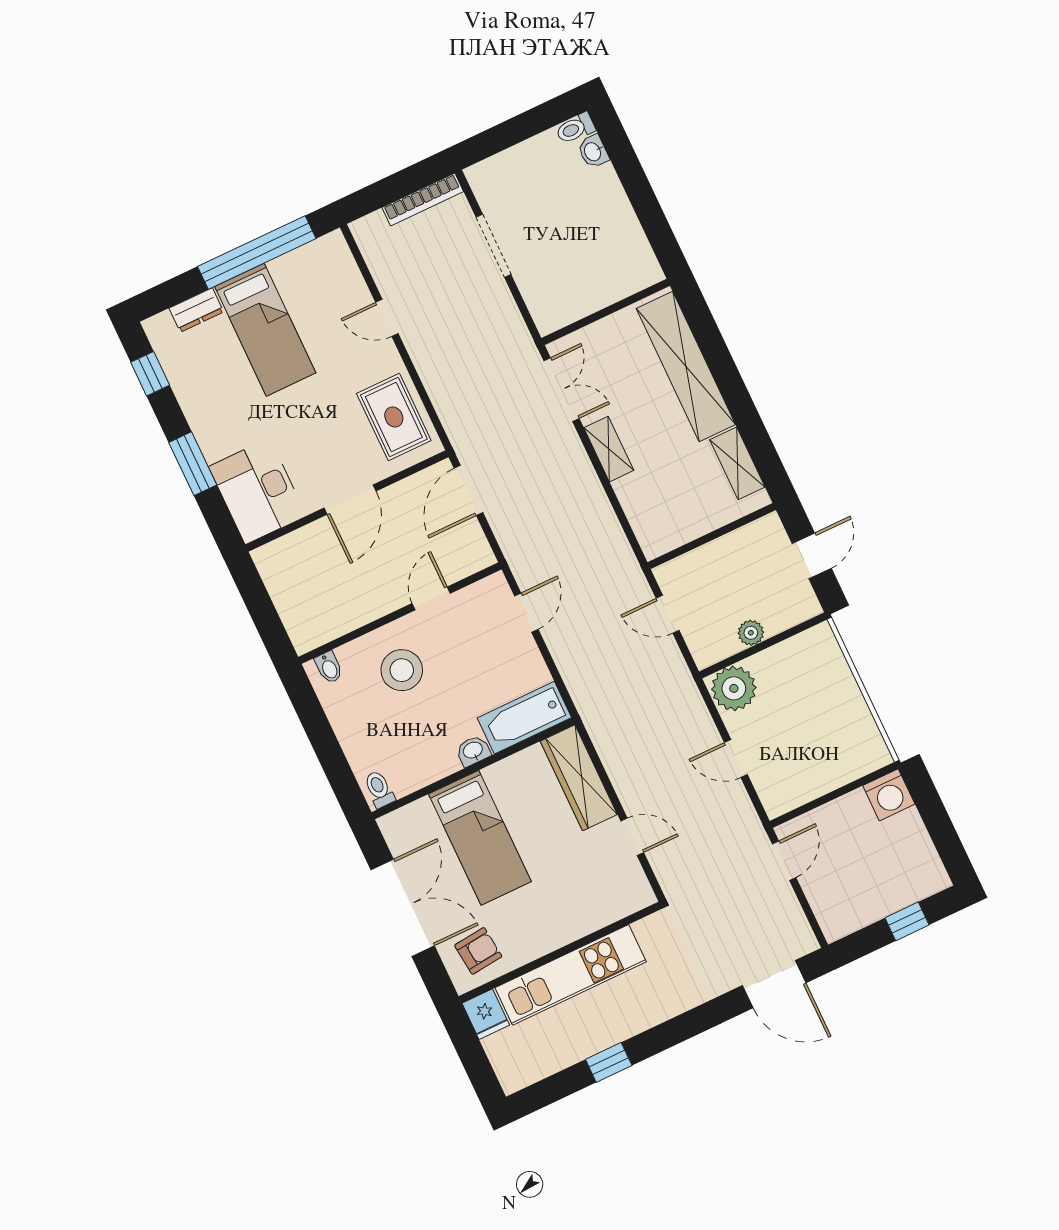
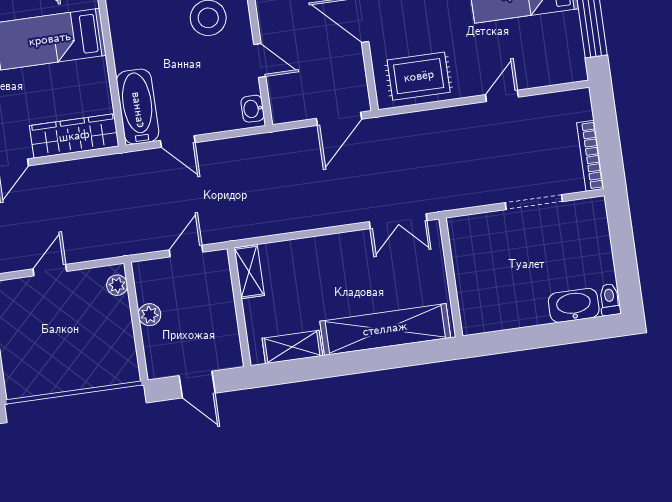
washbasin: (593, 151) -> (574, 305), width x1.91, depth x1.45
shelving: (609, 449) -> (249, 272), moved, turned 90
door: (468, 490) -> (339, 119), swing flipped
door: (526, 613) -> (178, 141), moved
plant: (734, 688) -> (117, 285), width x0.53, depth x0.53
washbasin: (473, 751) -> (253, 109), moved, turned 180

